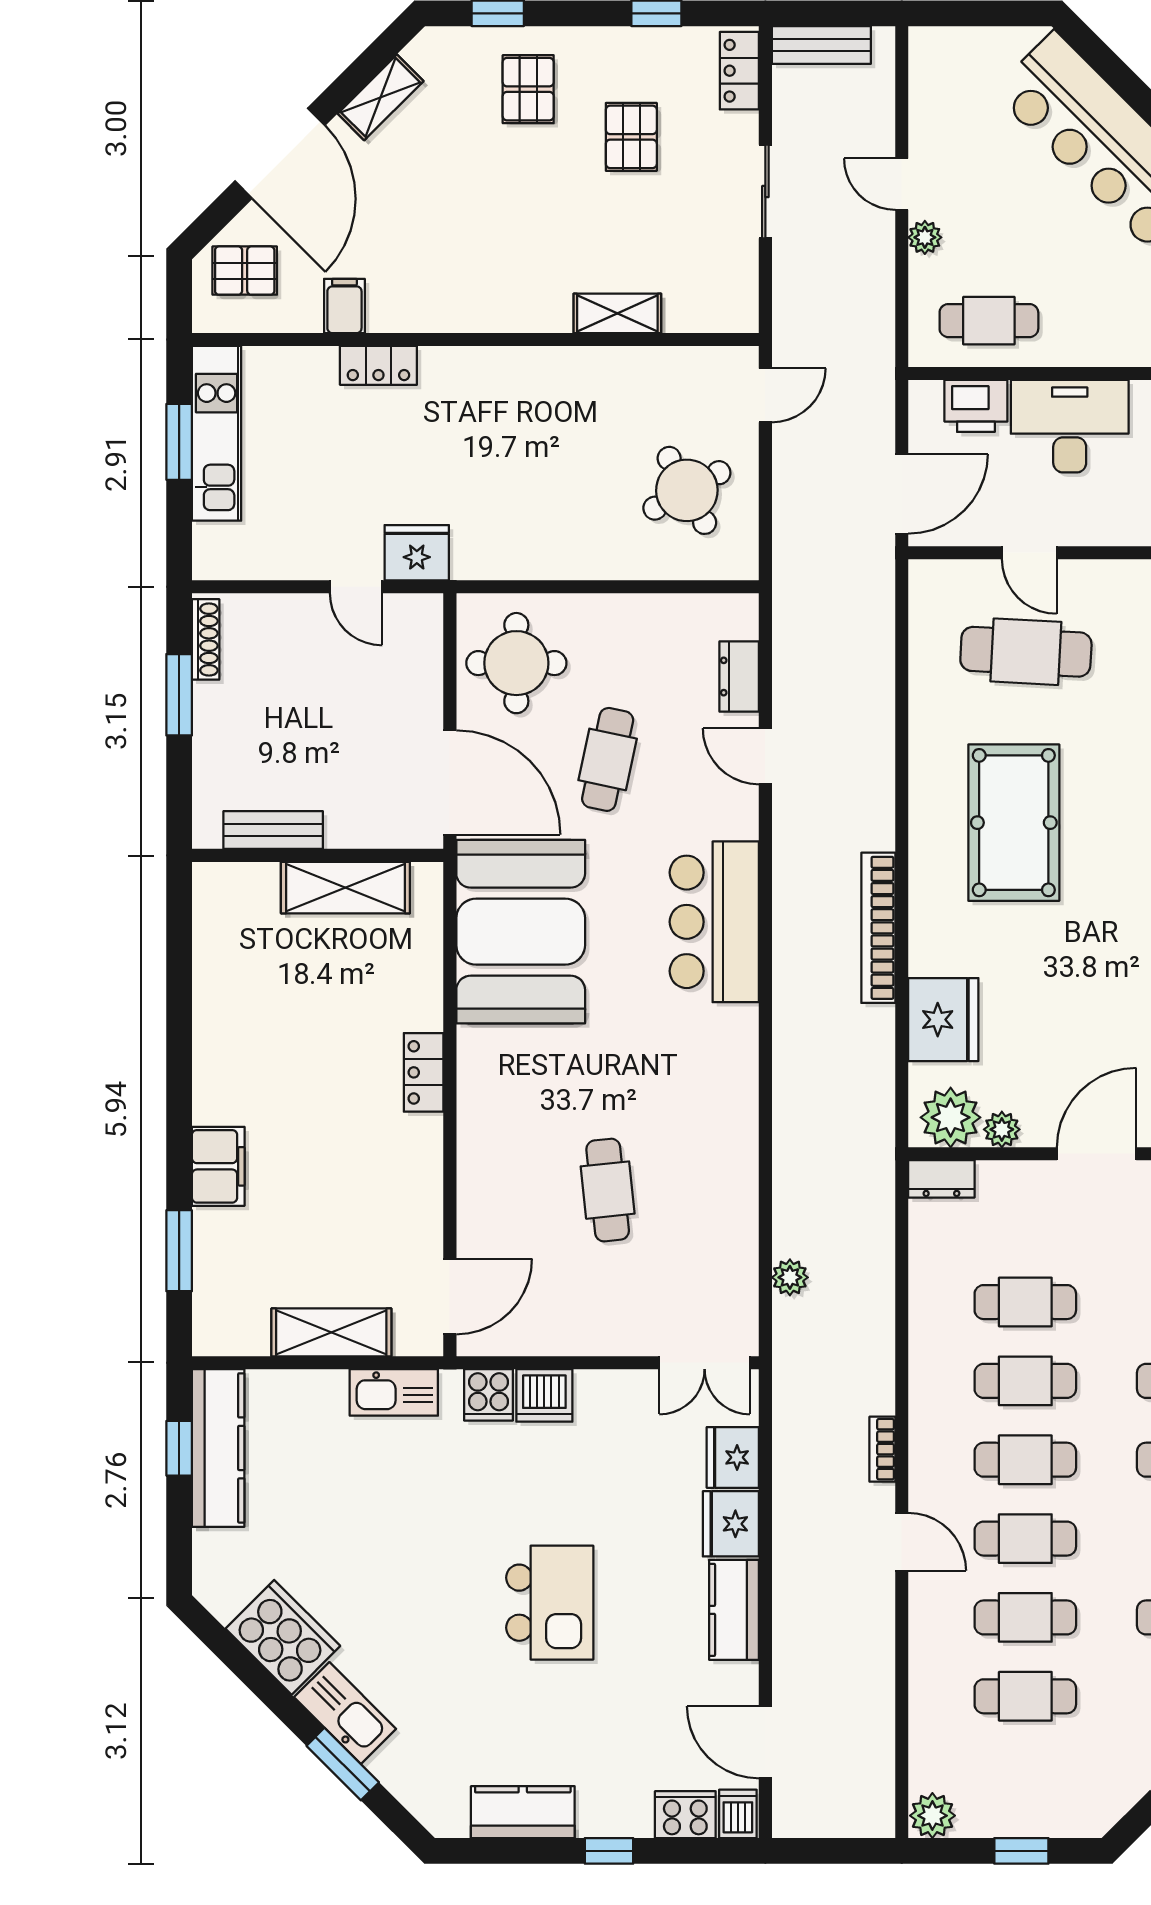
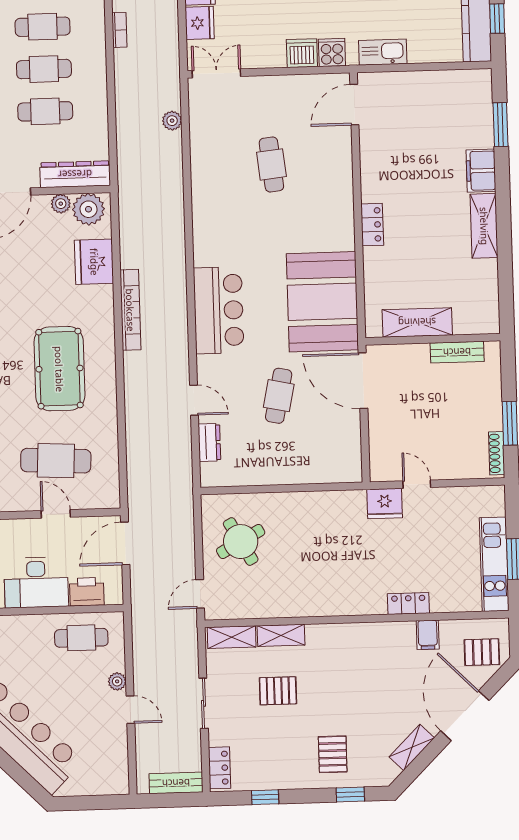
pallet: (631, 137) -> (278, 691), moved, turned 90
shelving: (709, 313) -> (232, 637), added
round table: (516, 663) -> (329, 446), removed
dresser: (941, 1179) -> (75, 174), width x1.96, depth x1.24
shelving: (331, 1332) -> (484, 226), moved, turned 90

